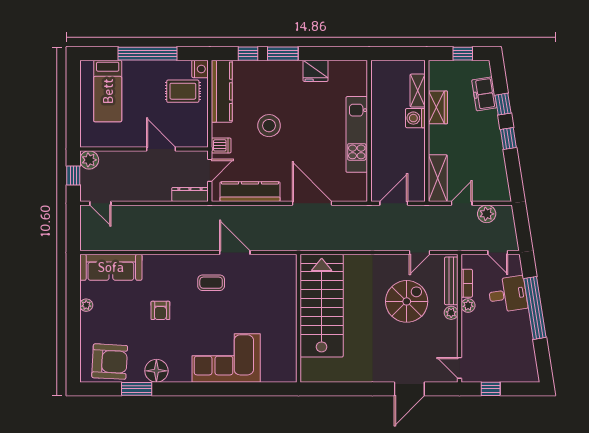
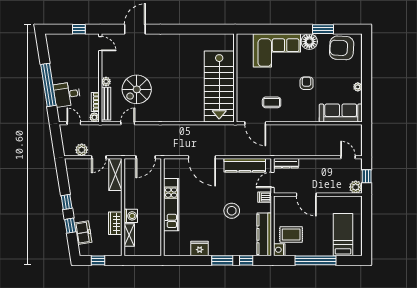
plant: (468, 305) -> (94, 117), moved
stairs: (322, 306) -> (219, 87), moved
wall: (298, 318) -> (235, 78), moved
corner sofa: (226, 358) -> (277, 50), moved

